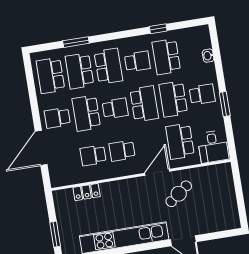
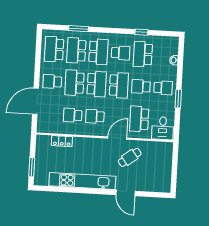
school desk: (173, 99) -> (141, 87), width x0.54
school desk: (115, 108) -> (97, 84), width x1.85

